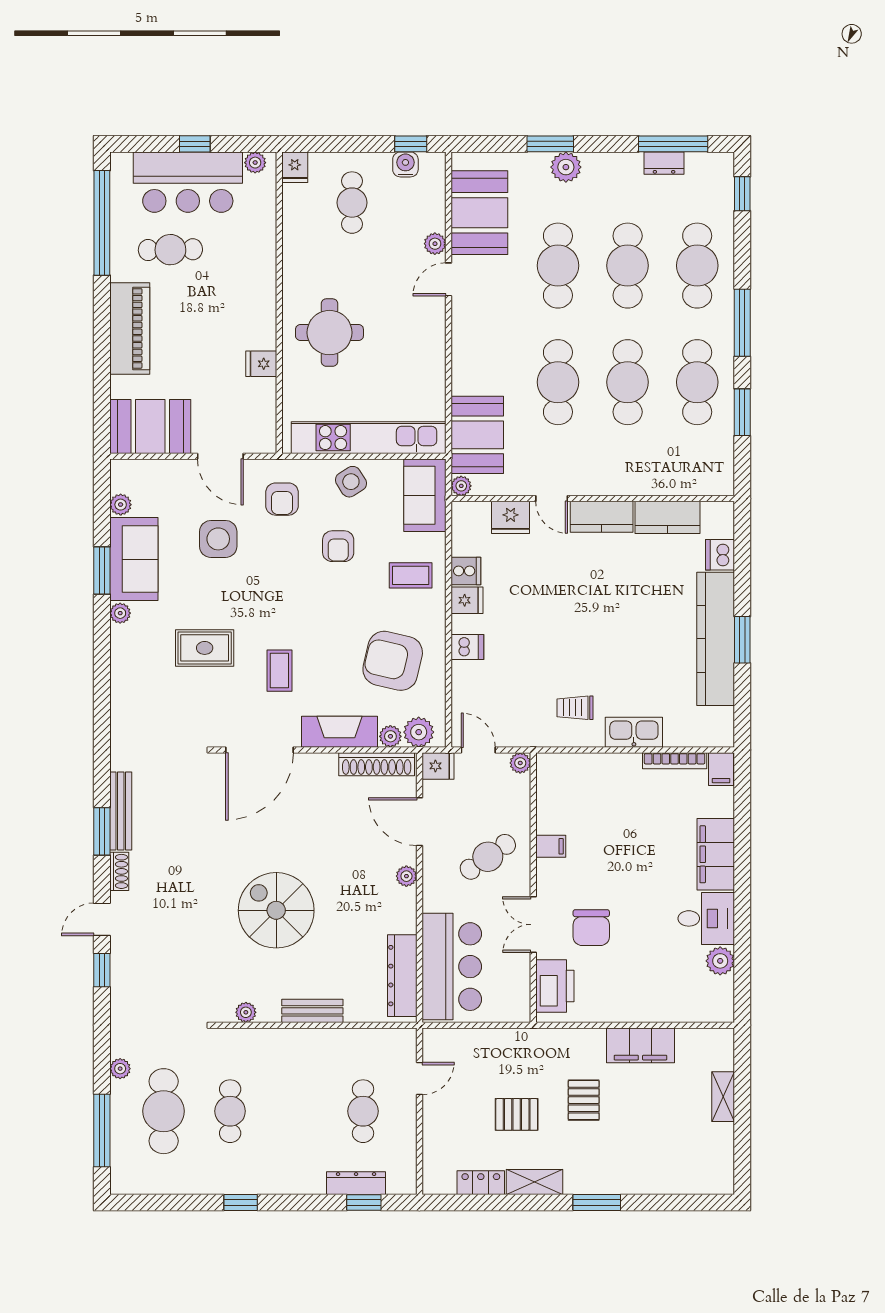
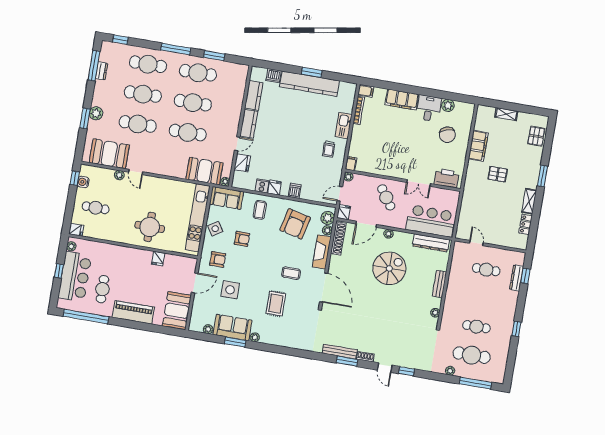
filing cabinet: (551, 846) -> (351, 164), moved
spiral stairs: (276, 910) -> (389, 268), moved, turned 180
chair: (591, 928) -> (447, 135), moved, turned 73
pallet: (517, 1114) -> (536, 136), moved

